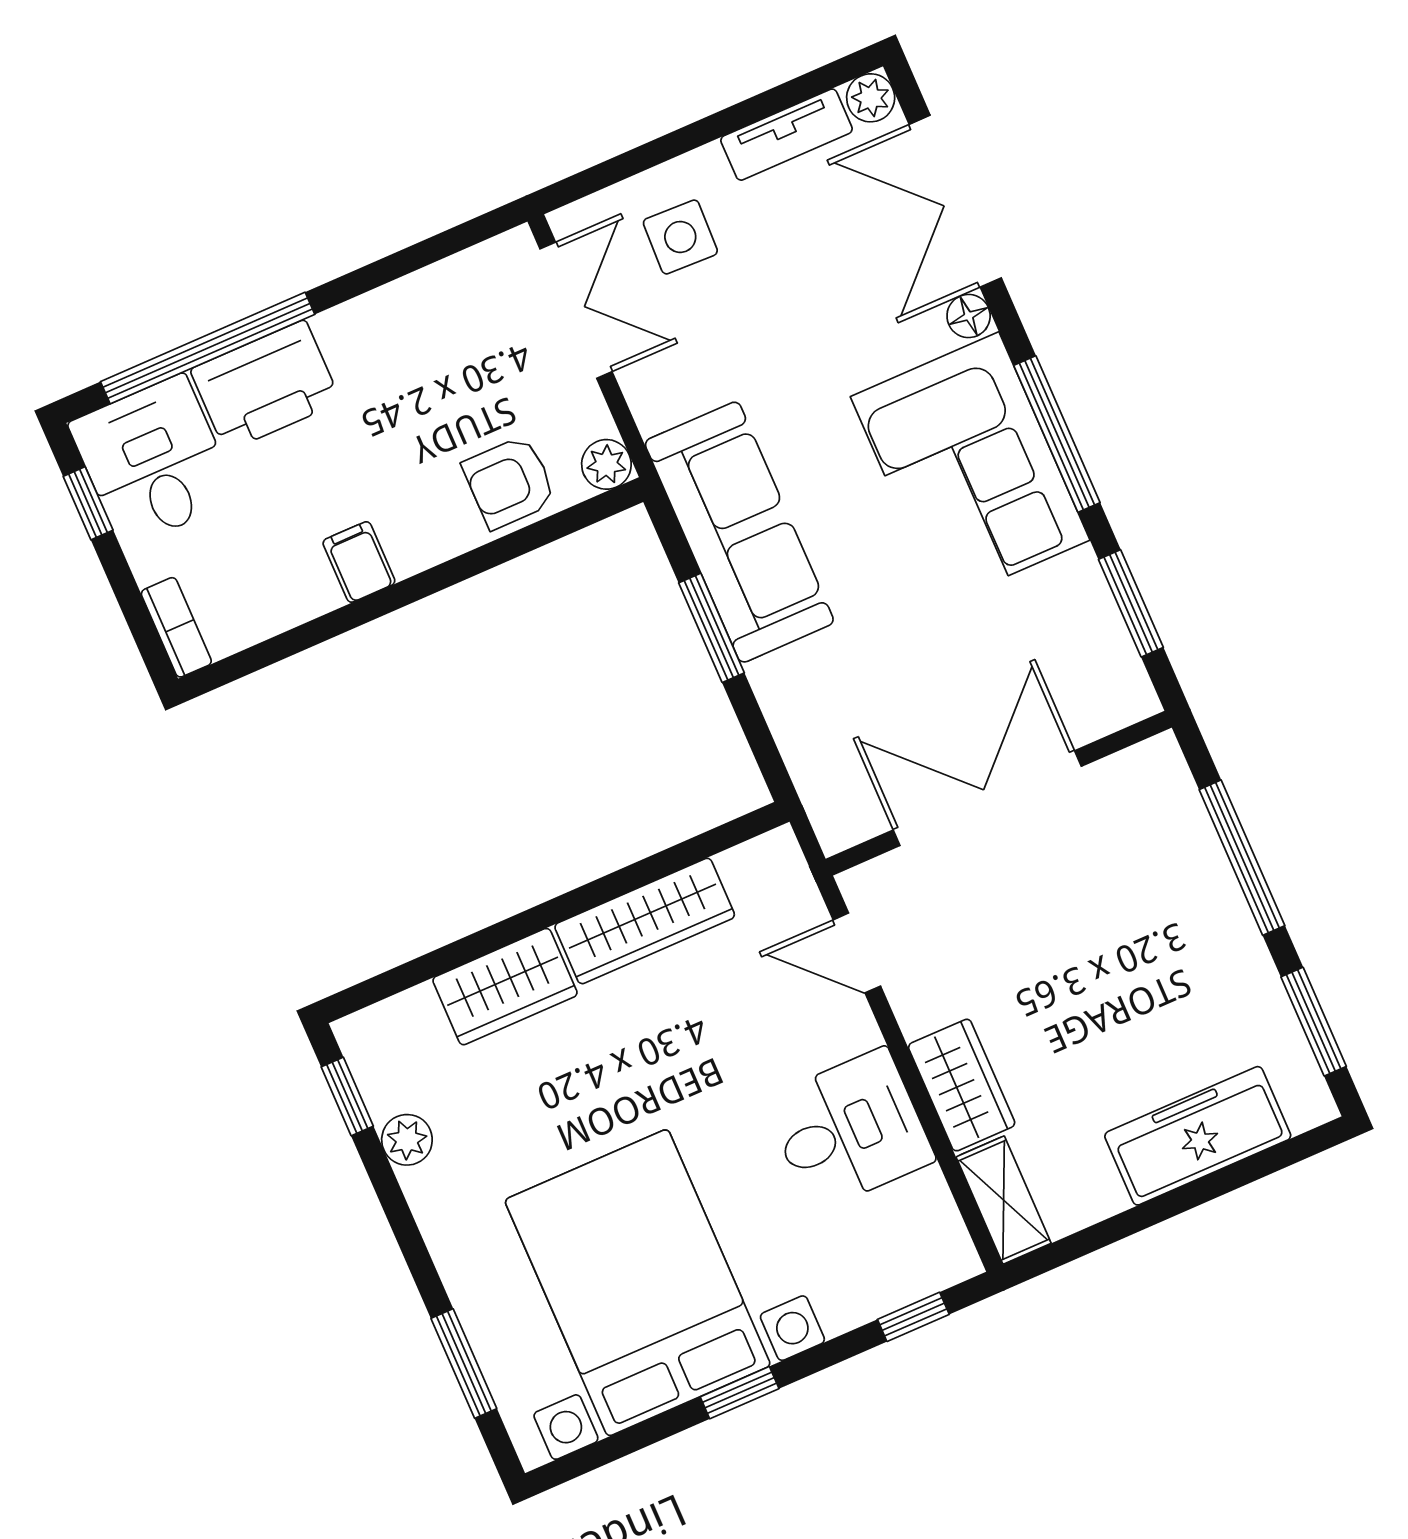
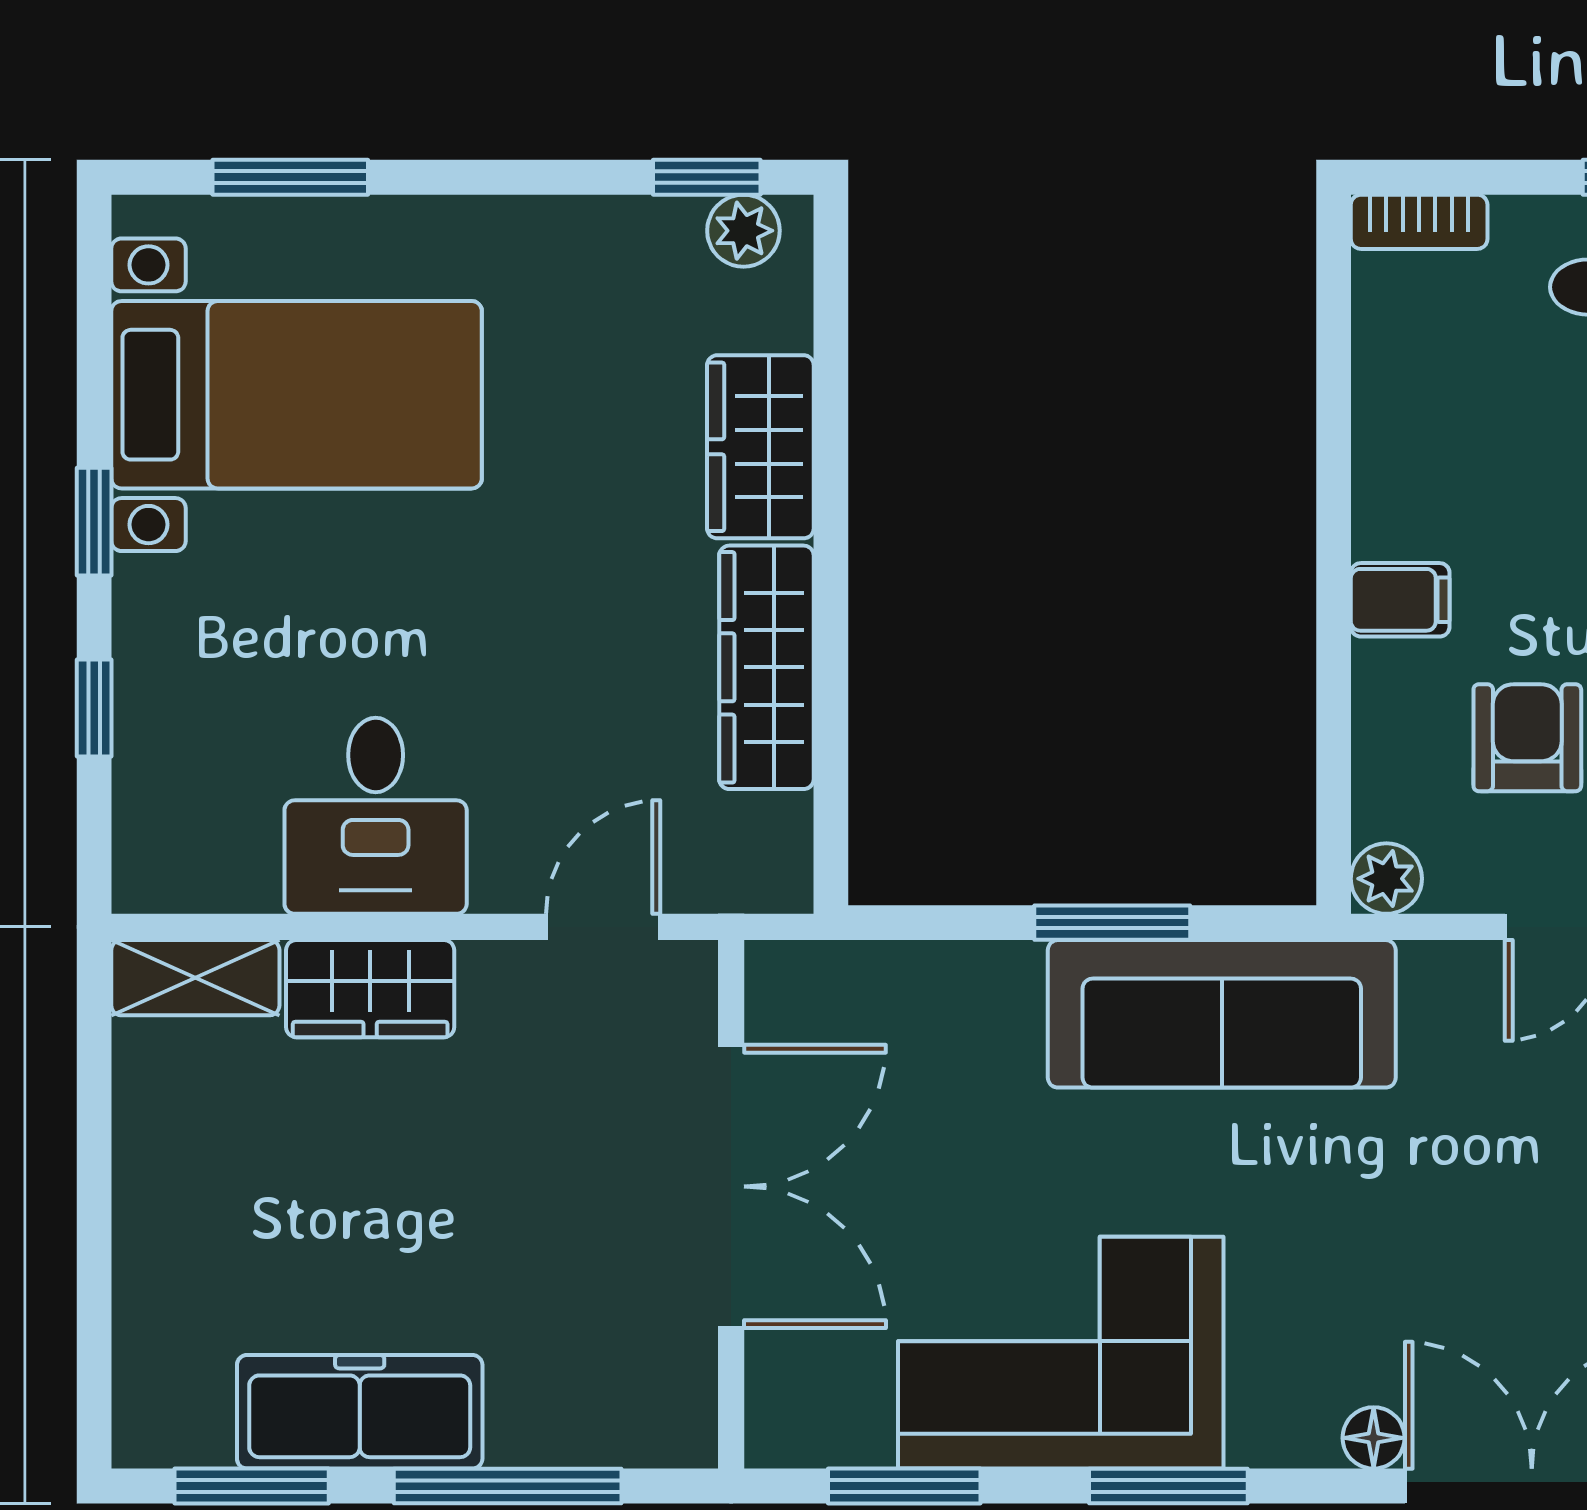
window: (1057, 434) -> (1168, 1486), width x0.69
corner sofa: (970, 468) -> (1061, 1353), moved
armchair: (509, 482) -> (1527, 738), moved
filing cabinet: (359, 562) -> (1400, 600), moved
freezer: (1198, 1136) -> (360, 1412), moved, turned -90
plant: (407, 1140) -> (743, 231), moved
bed with nightstands: (638, 1283) -> (297, 395), width x0.73
window: (913, 1317) -> (94, 708), moved

